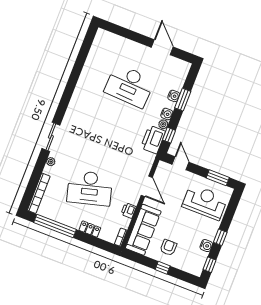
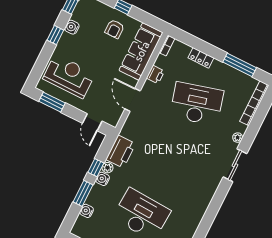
water cooler: (174, 96) -> (87, 211), moved
window: (169, 135) -> (96, 168), moved
reception desk: (205, 202) -> (69, 76), turned 180
window: (55, 226) -> (240, 65), width x0.68

